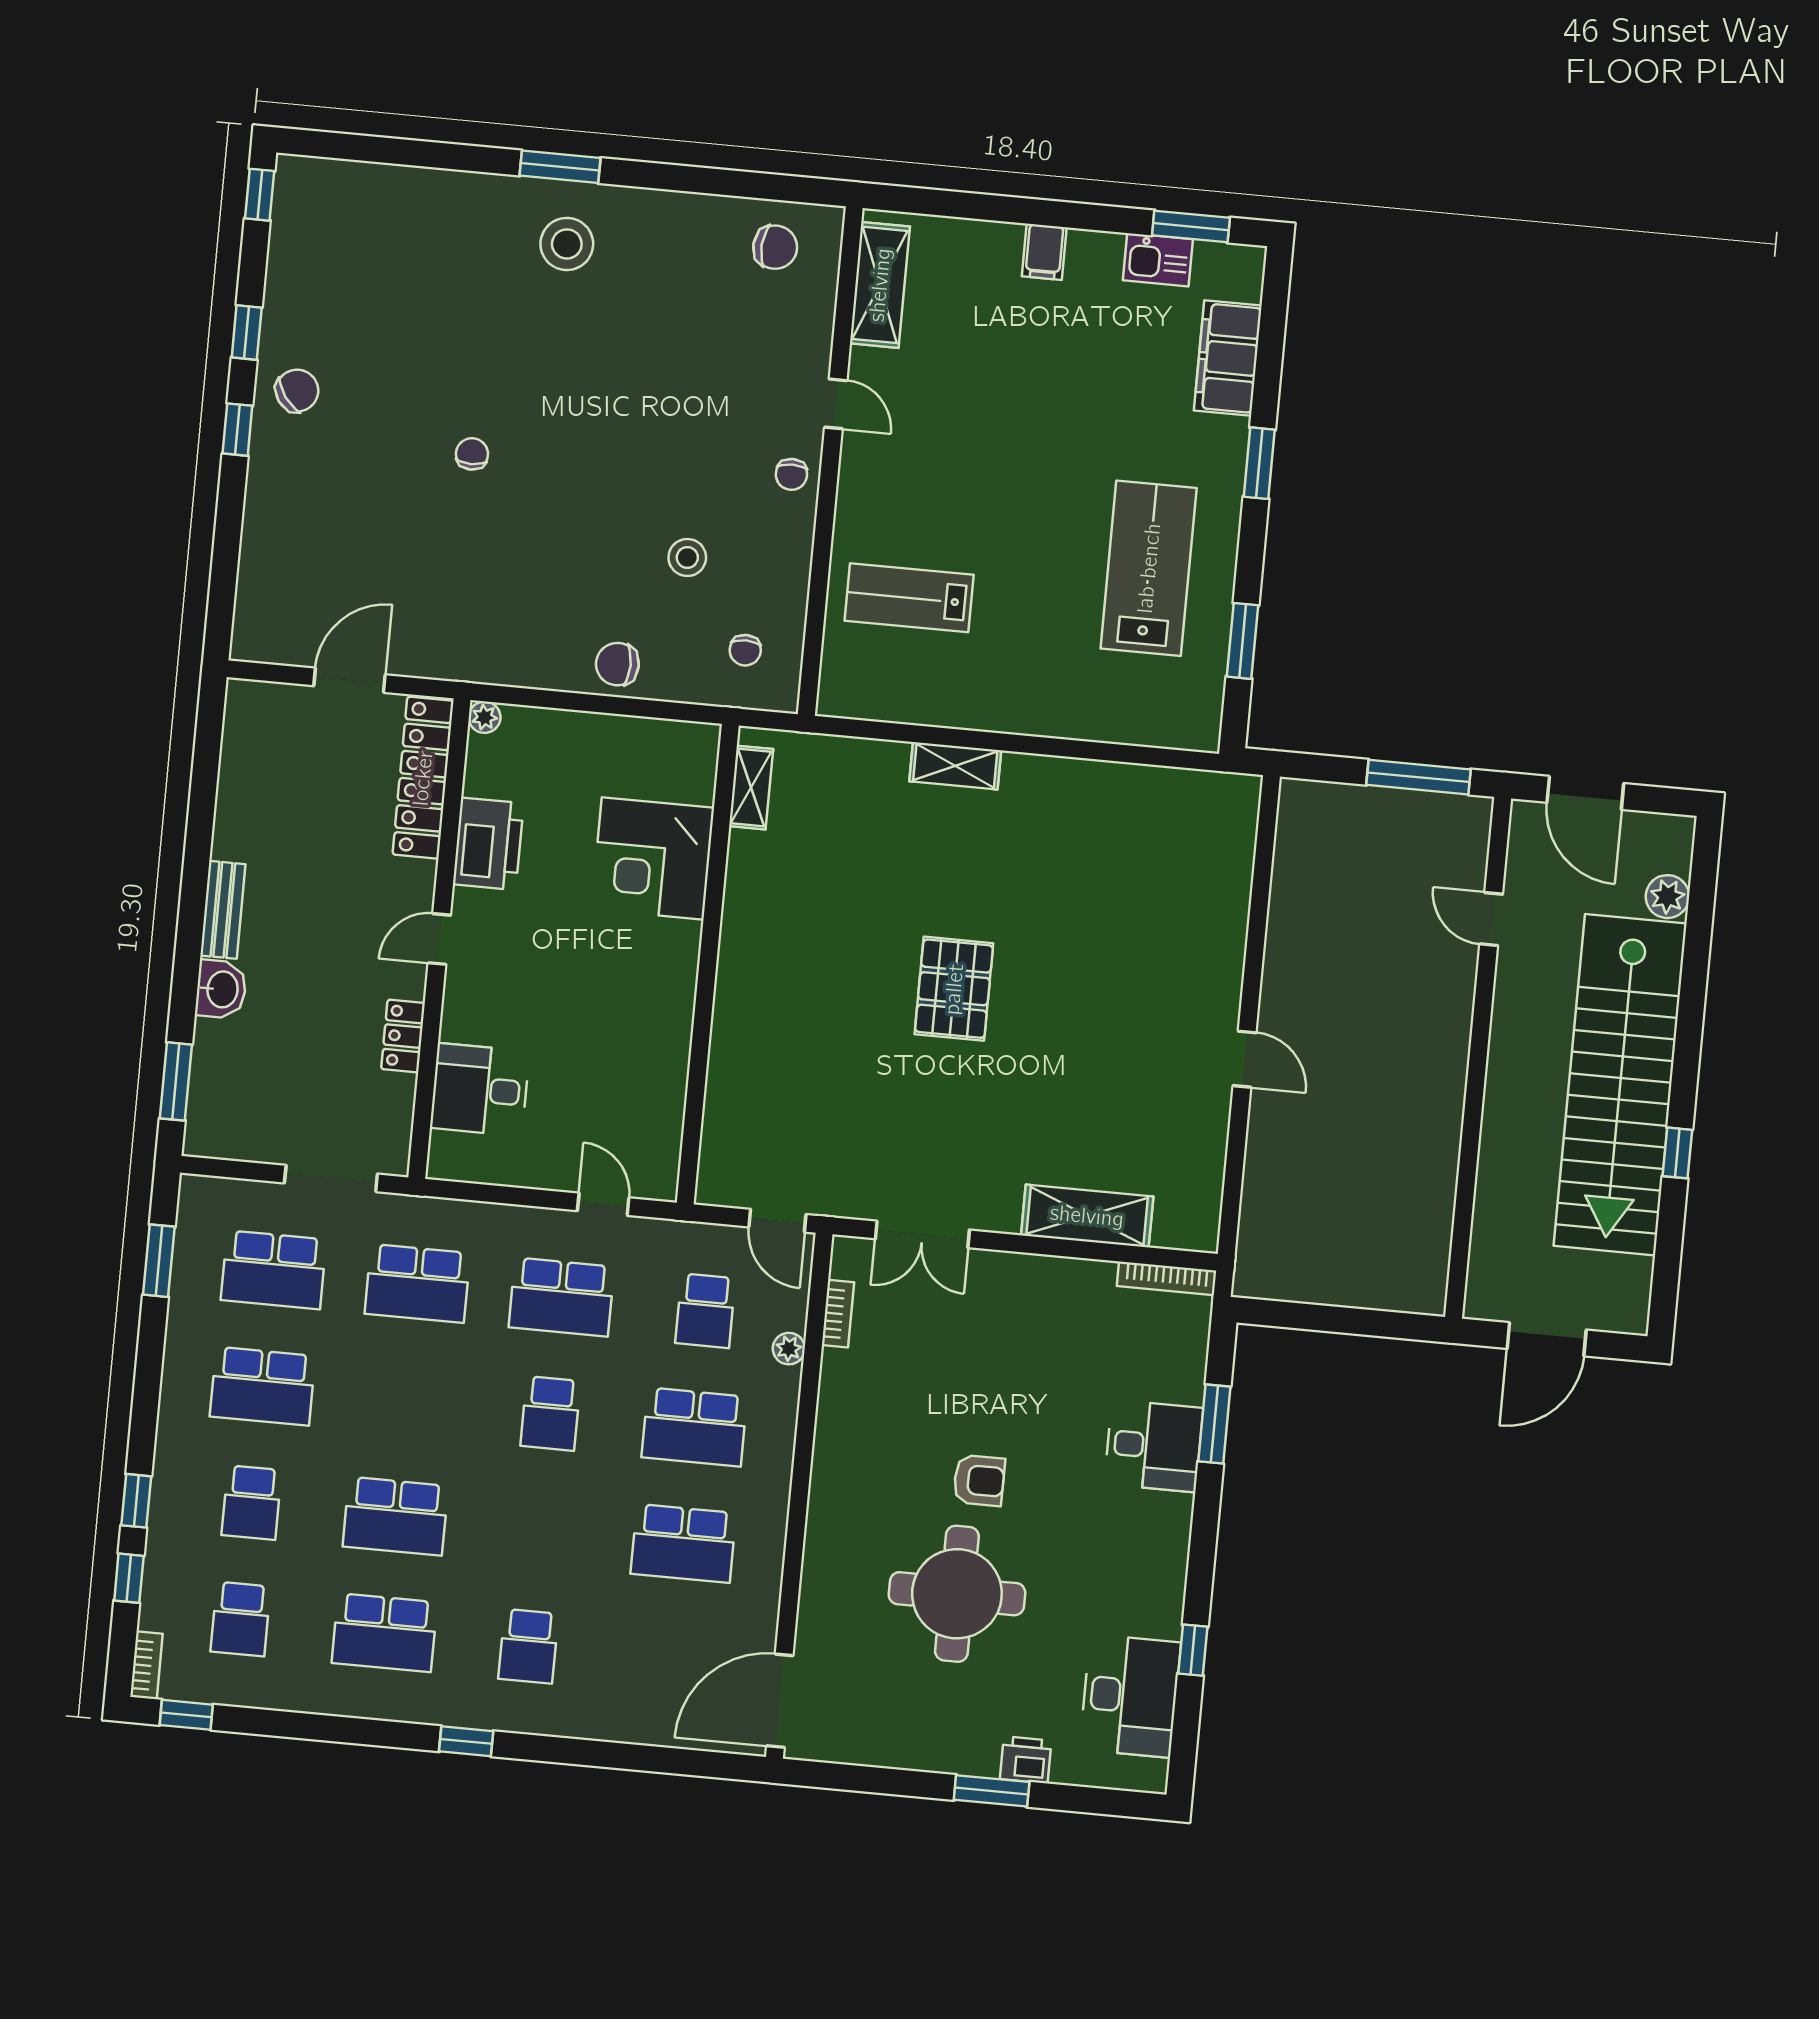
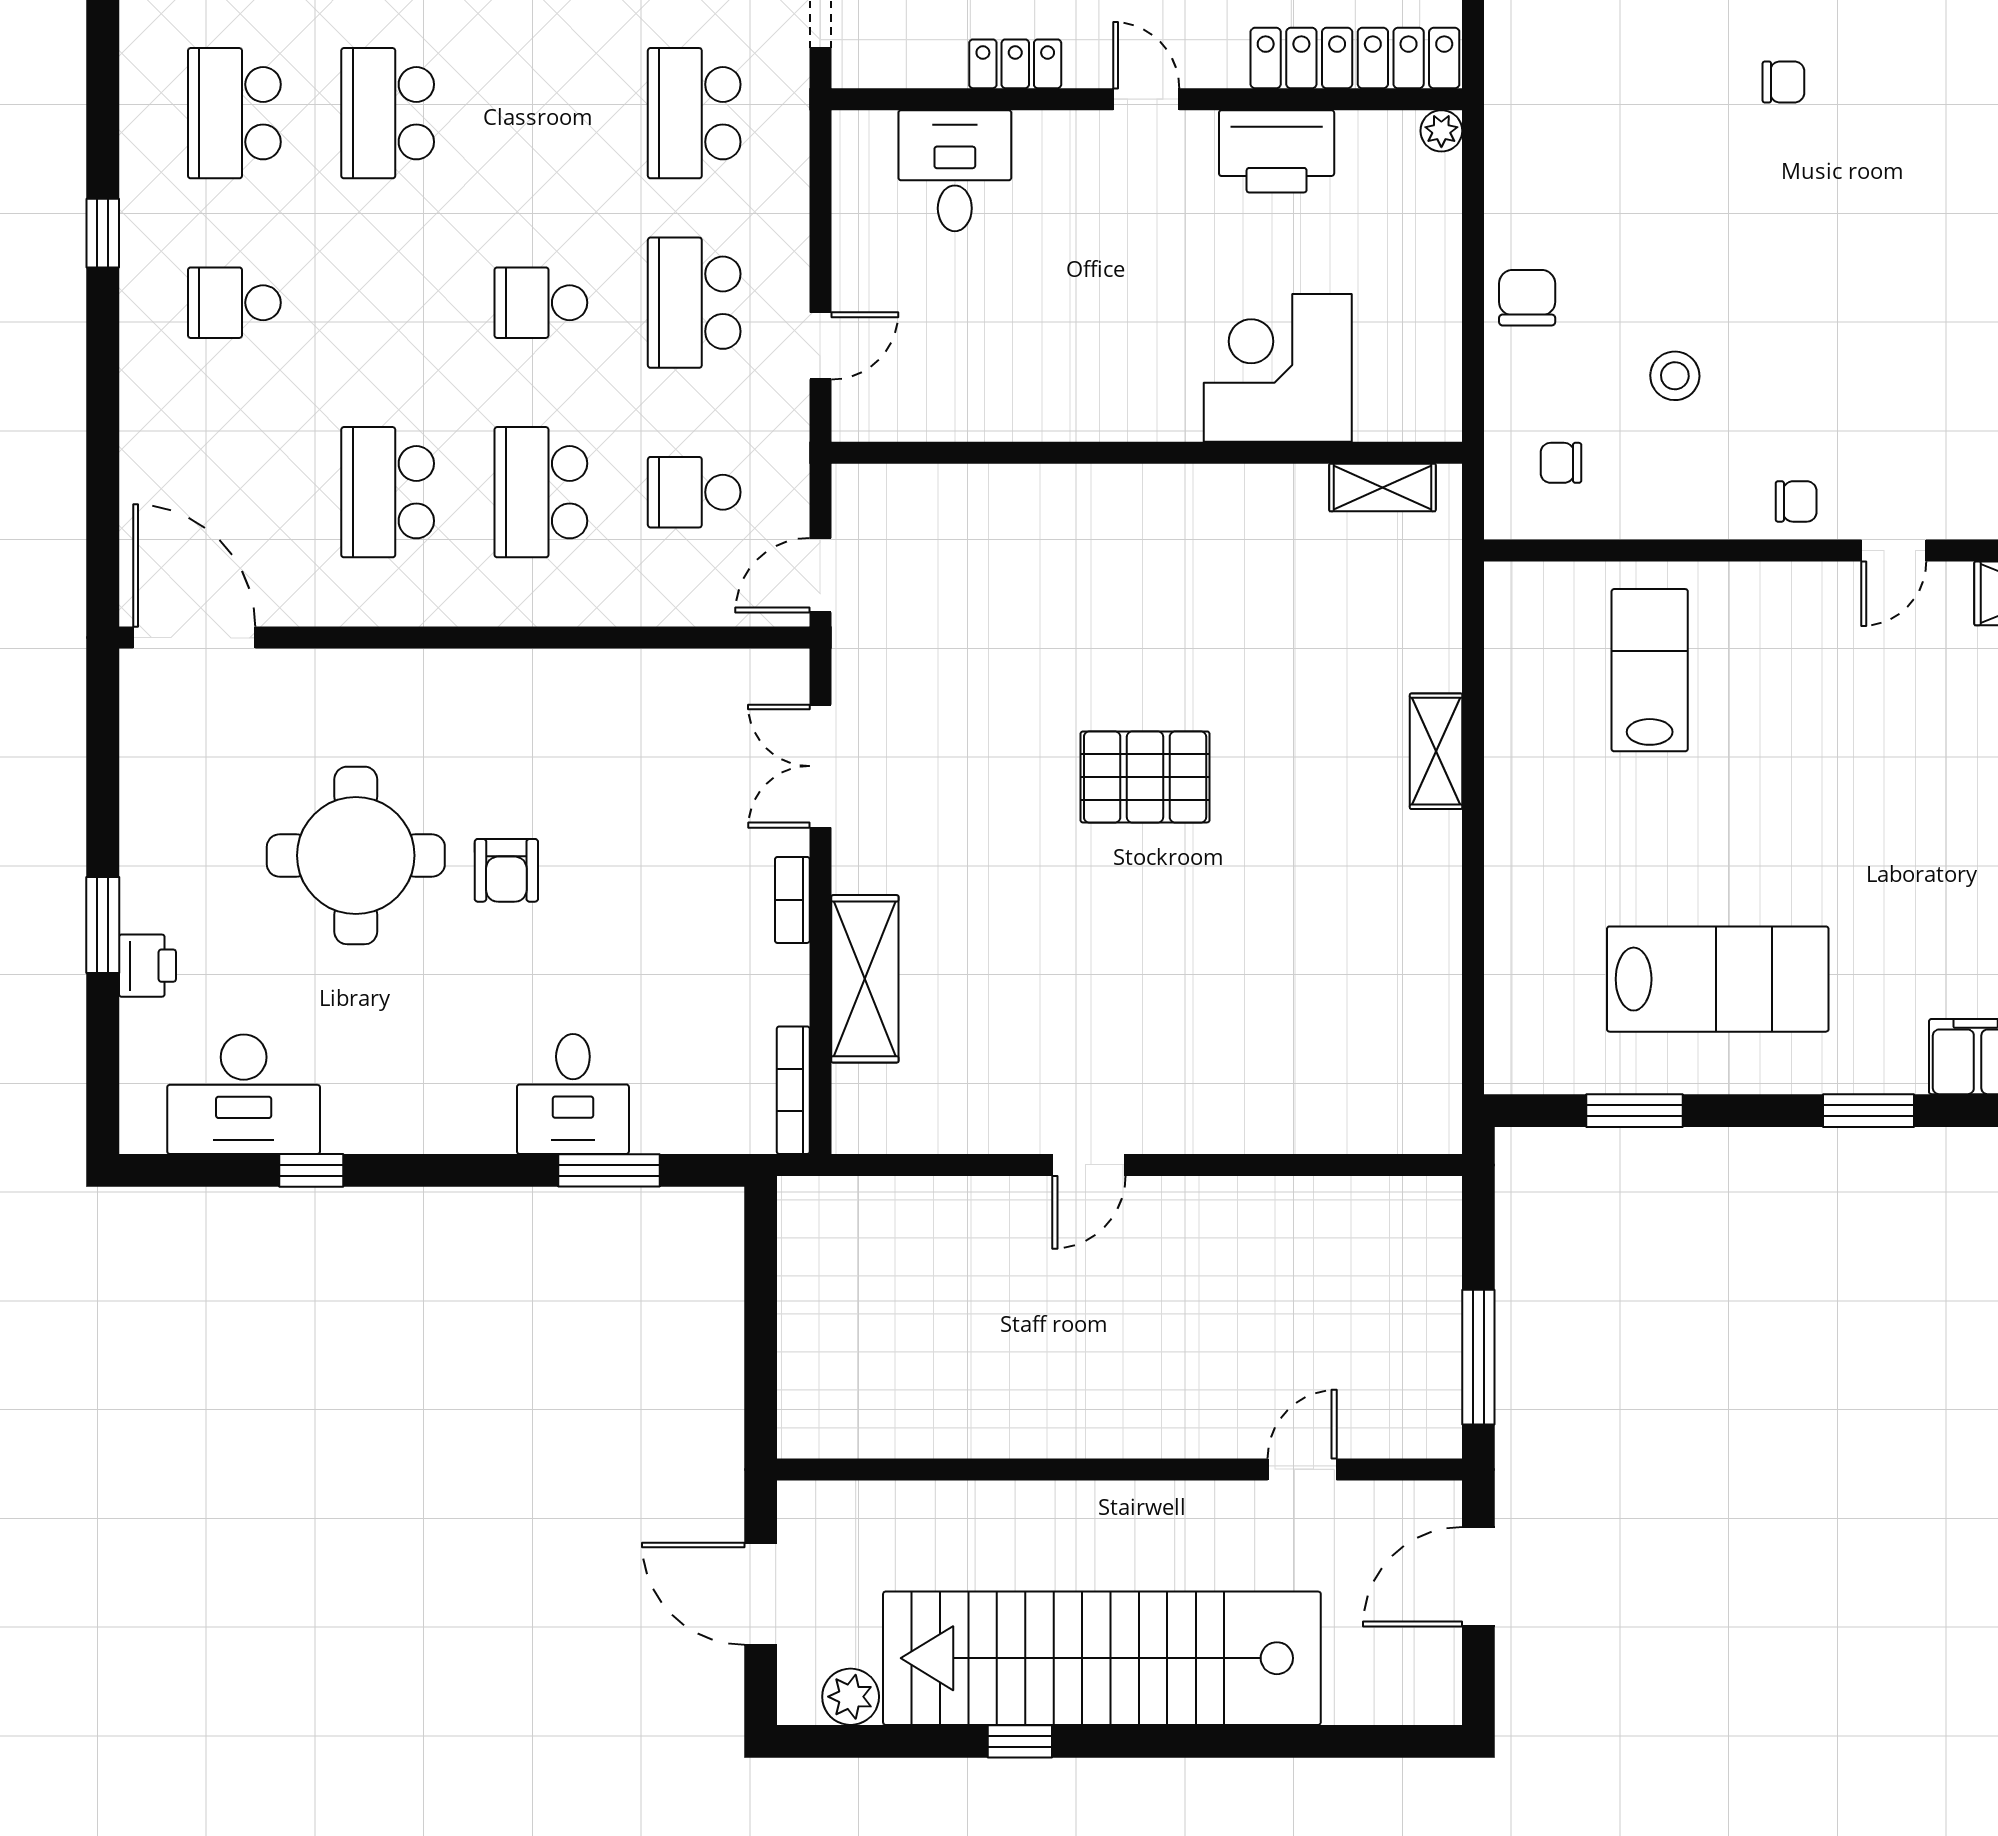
chair: (791, 474) -> (1796, 501), turned 180
plant: (1667, 897) -> (851, 1697), moved
bookcase: (838, 1314) -> (792, 900), moved, turned 90
plant: (789, 1349) -> (655, 606), removed

